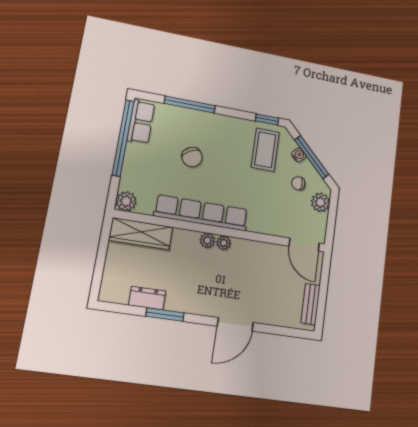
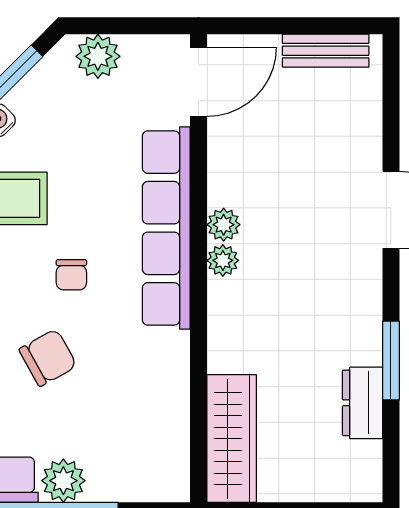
chair: (298, 183) -> (71, 275), moved
plant: (126, 201) -> (63, 481), moved
row of seats: (201, 213) -> (166, 228), moved
plant: (207, 240) -> (224, 225), moved

